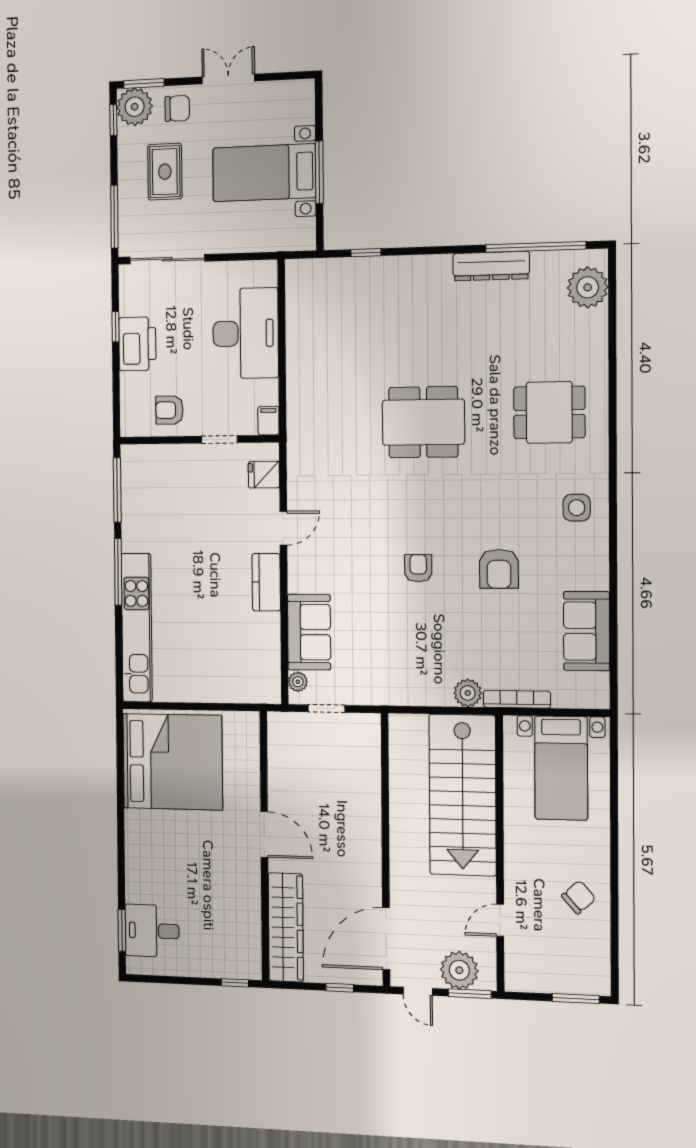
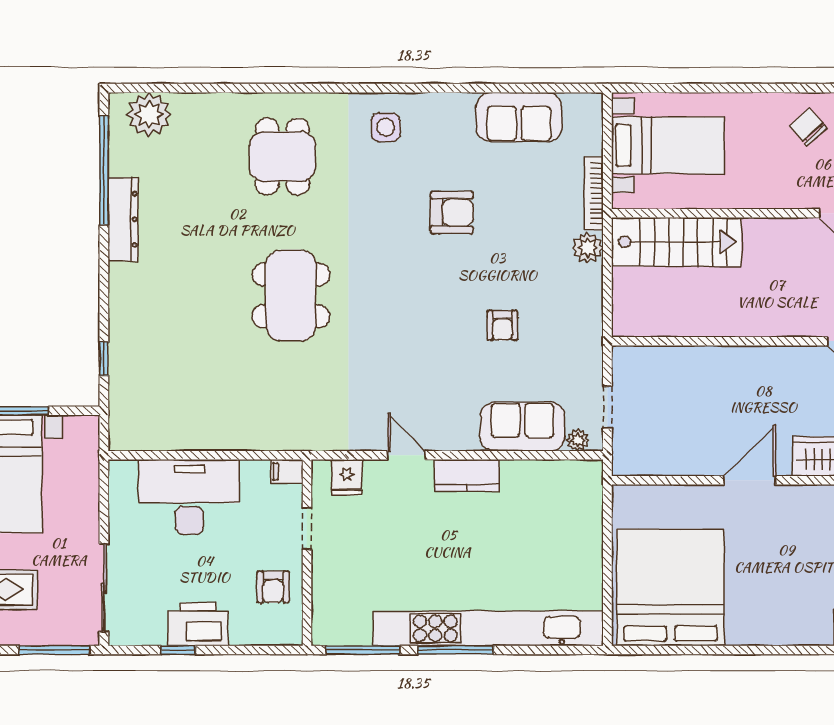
armchair: (418, 568) -> (502, 325), moved, turned -90
kitchen unit: (137, 628) -> (488, 628), width x1.36
stairs: (462, 795) -> (676, 242), width x0.73, depth x0.66

